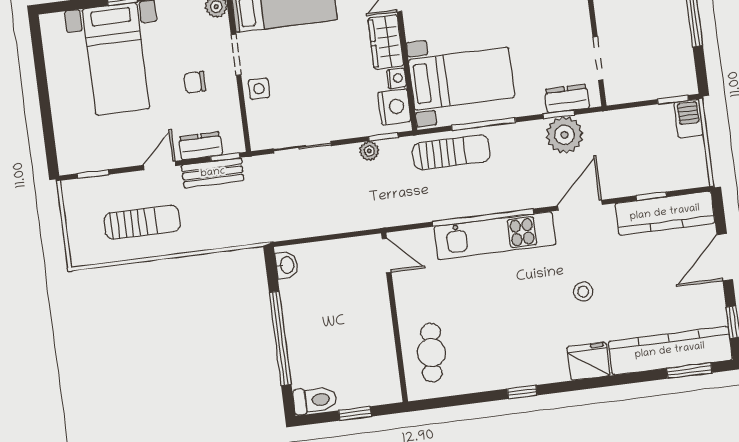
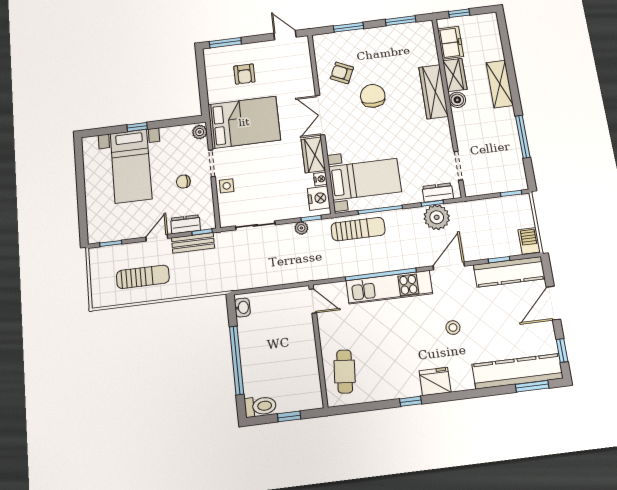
barbecue: (689, 118) -> (529, 241), moved
fridge: (589, 361) -> (435, 381), moved

